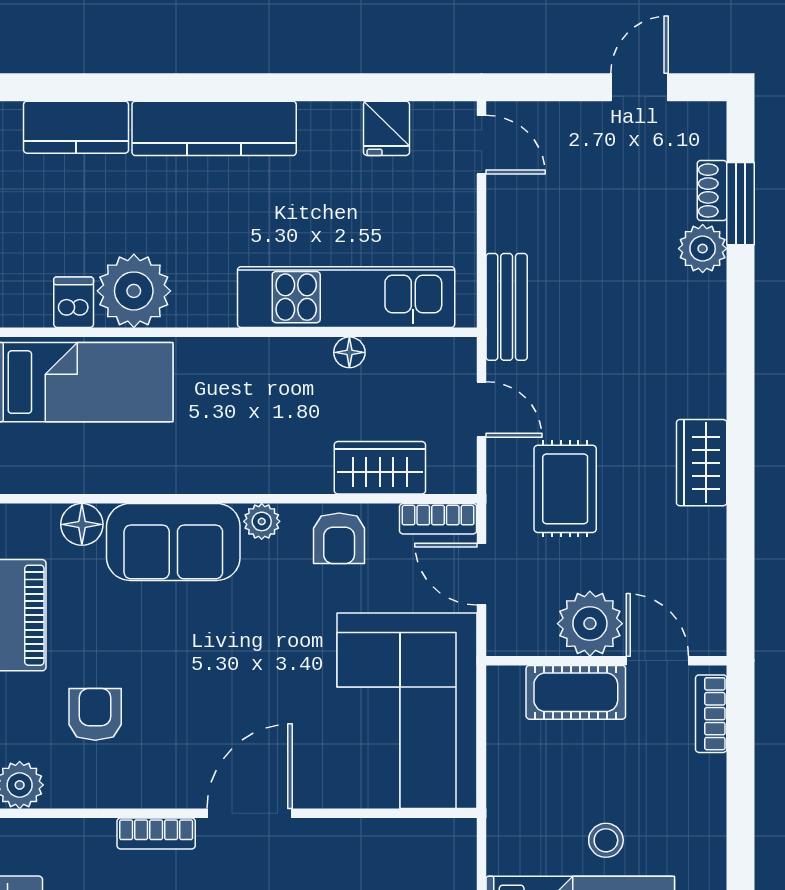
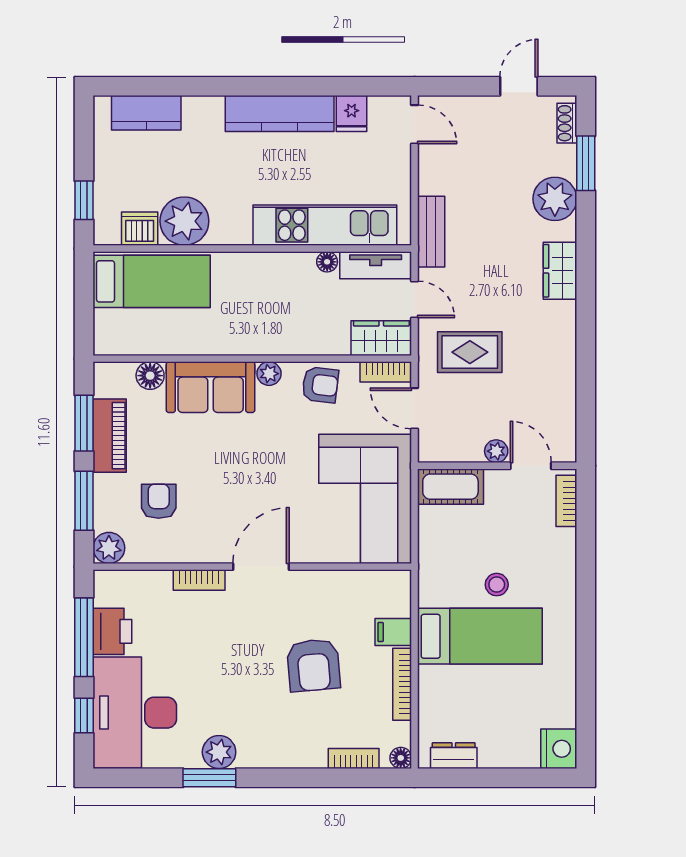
kitchen counter: (214, 128) -> (280, 114), moved
shoe rack: (712, 190) -> (567, 123), moved
plant: (703, 249) -> (555, 199), width x1.36, depth x1.36
dishwasher: (74, 302) -> (140, 229), width x1.38
tv unit: (423, 358) -> (376, 265), added
wardrobe: (702, 463) -> (560, 271), moved
wardrobe: (380, 468) -> (381, 338), moved
rug: (565, 489) -> (470, 352), turned 90
armchair: (339, 538) -> (320, 385), turned -83
plant: (590, 624) -> (496, 451), width x0.53, depth x0.53
cot: (576, 692) -> (450, 487), moved

